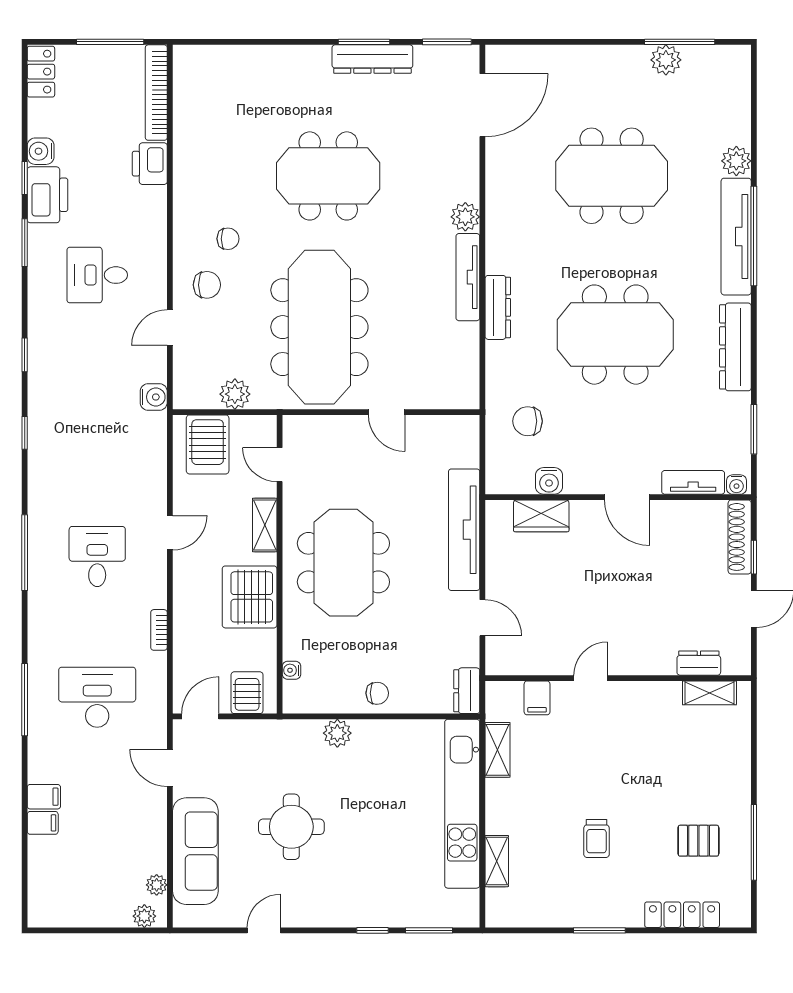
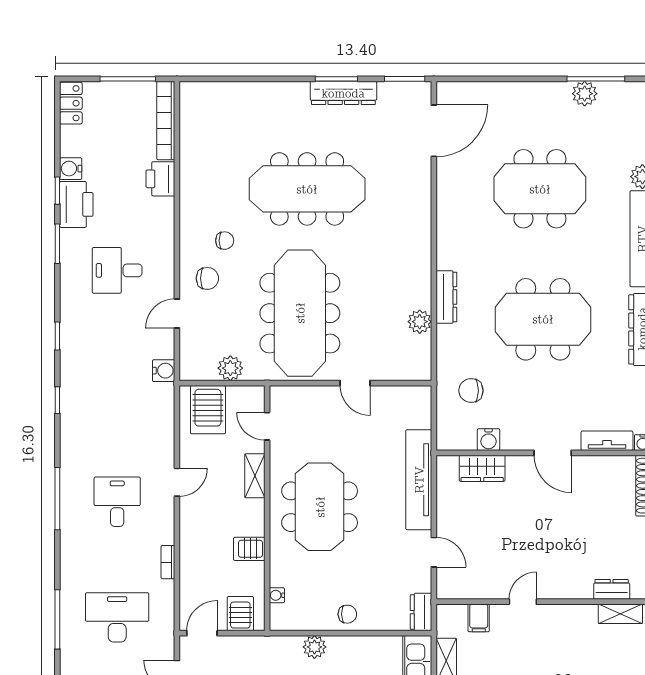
meeting table: (328, 176) -> (307, 189), width x1.36
plant: (465, 217) -> (420, 322), moved
tv unit: (468, 277) -> (422, 272), removed
server rack: (250, 597) -> (249, 549), width x0.46, depth x0.70

